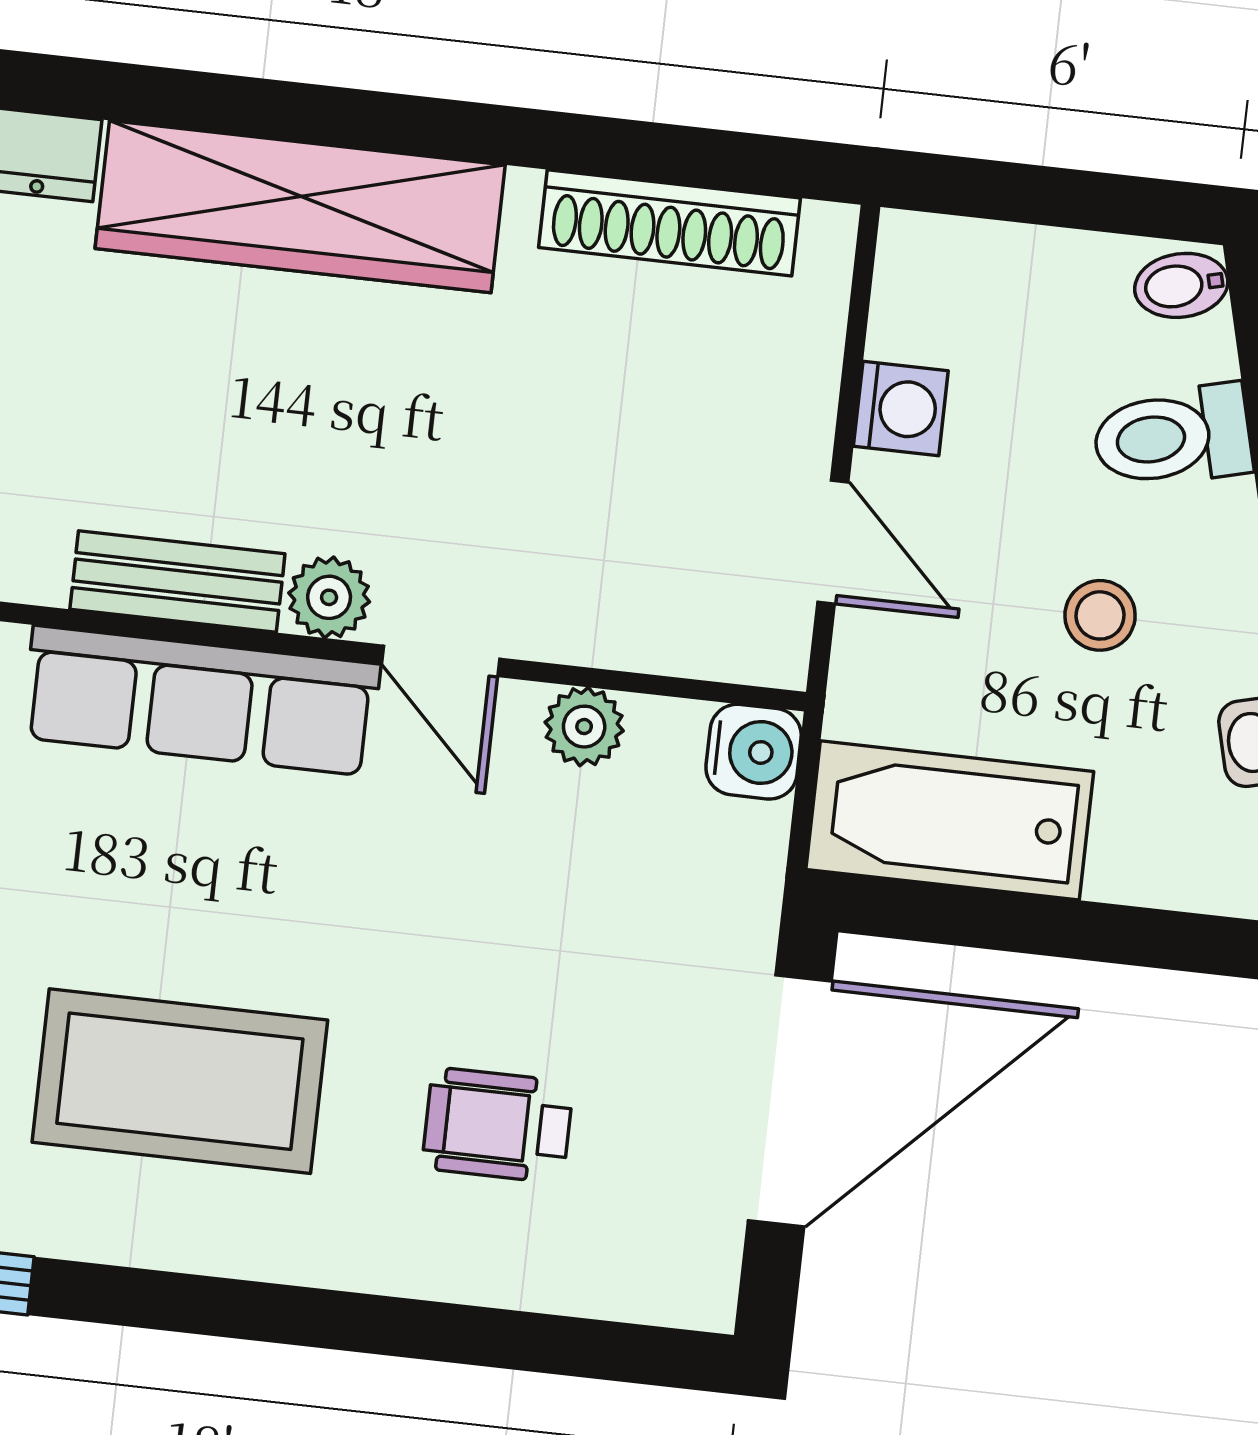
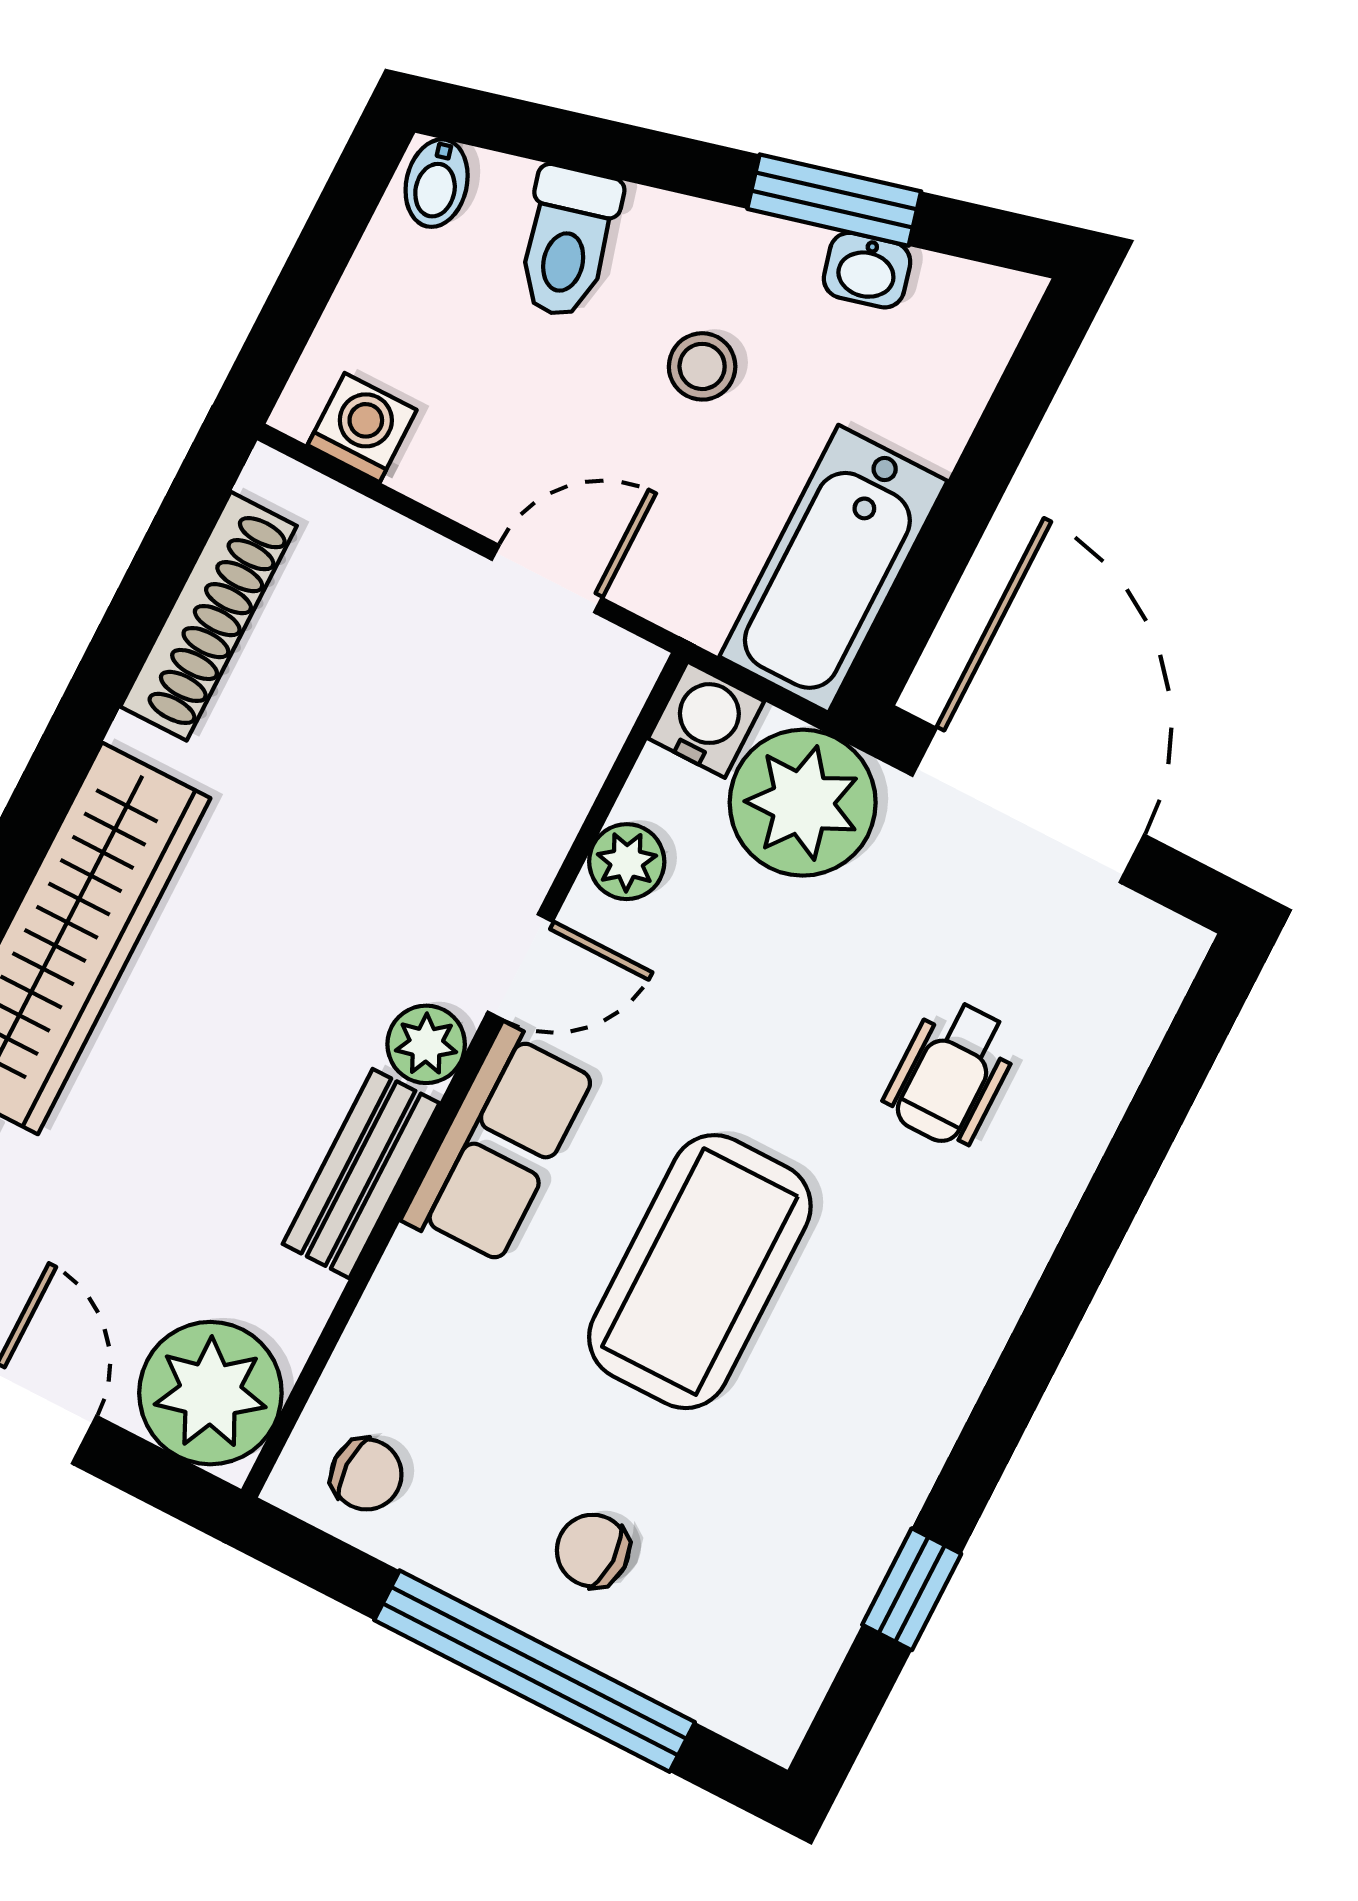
washing machine: (901, 408) -> (362, 428), moved
row of seats: (201, 701) -> (499, 1145), width x0.68
plant: (708, 878) -> (803, 803), added
coffee table: (180, 1081) -> (700, 1272), moved

